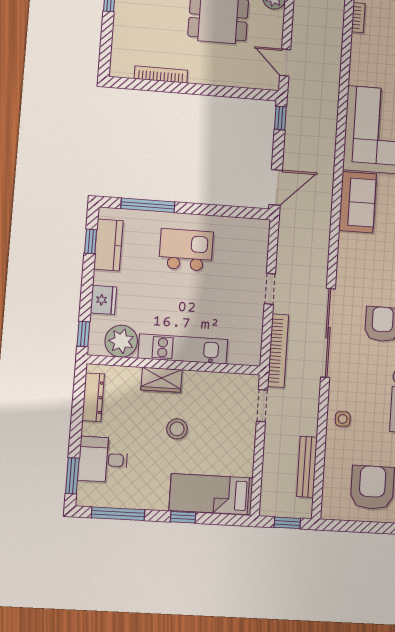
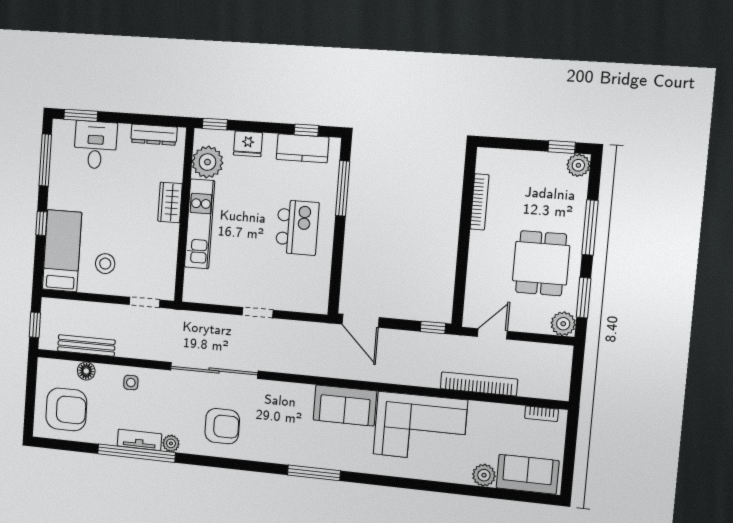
bookcase: (278, 351) -> (479, 384), moved, turned 180
stool: (177, 429) -> (105, 264), moved
floor lamp: (333, 467) -> (86, 371), added

